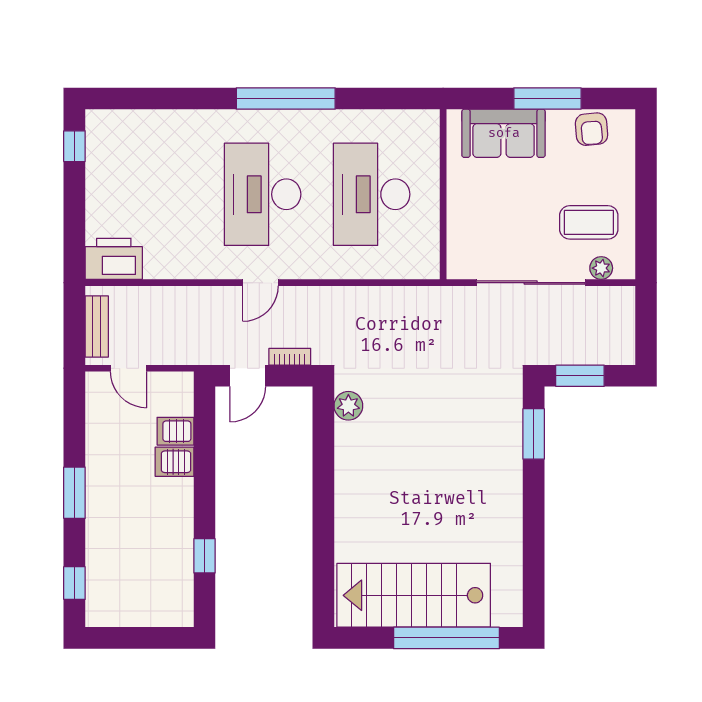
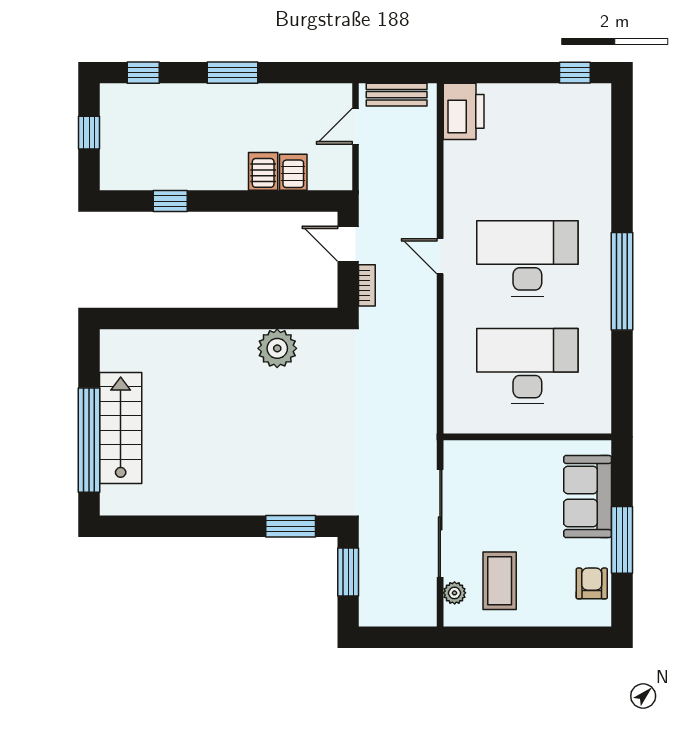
armchair: (592, 129) -> (592, 583), turned 95
plant: (348, 406) -> (277, 348), moved, width x1.36, depth x1.36
stairs: (414, 595) -> (121, 428), width x0.73, depth x0.66
window: (135, 638) -> (89, 133), added

